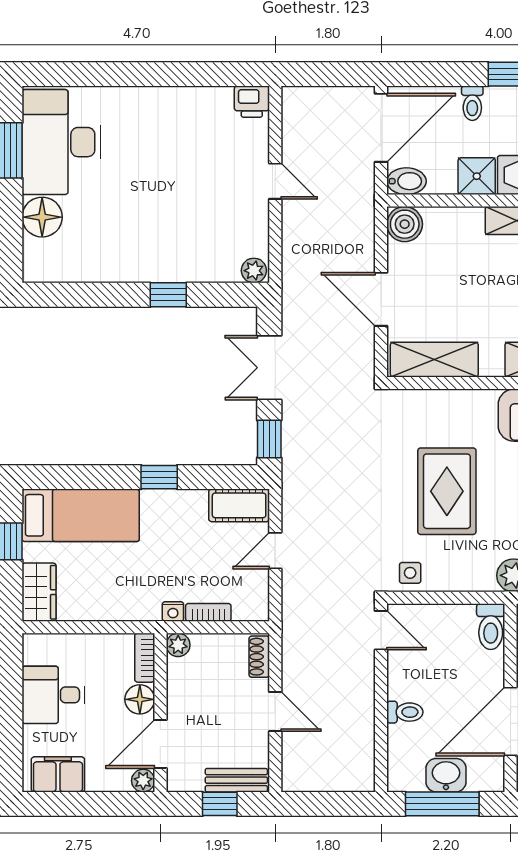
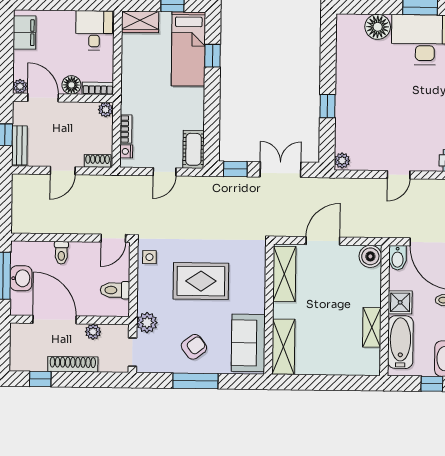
window: (159, 477) -> (213, 56), moved
door: (275, 551) -> (165, 172), swing flipped
nightstand: (173, 611) -> (126, 151), moved
toilet: (491, 627) -> (115, 290), moved
desk: (53, 695) -> (94, 30), moved

